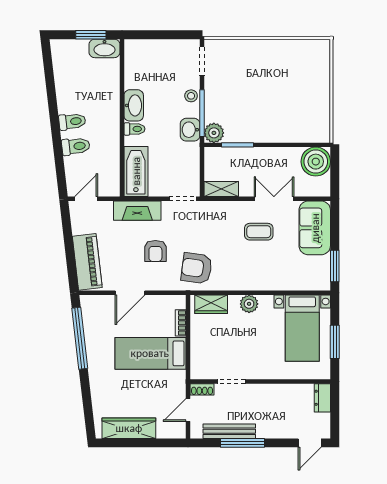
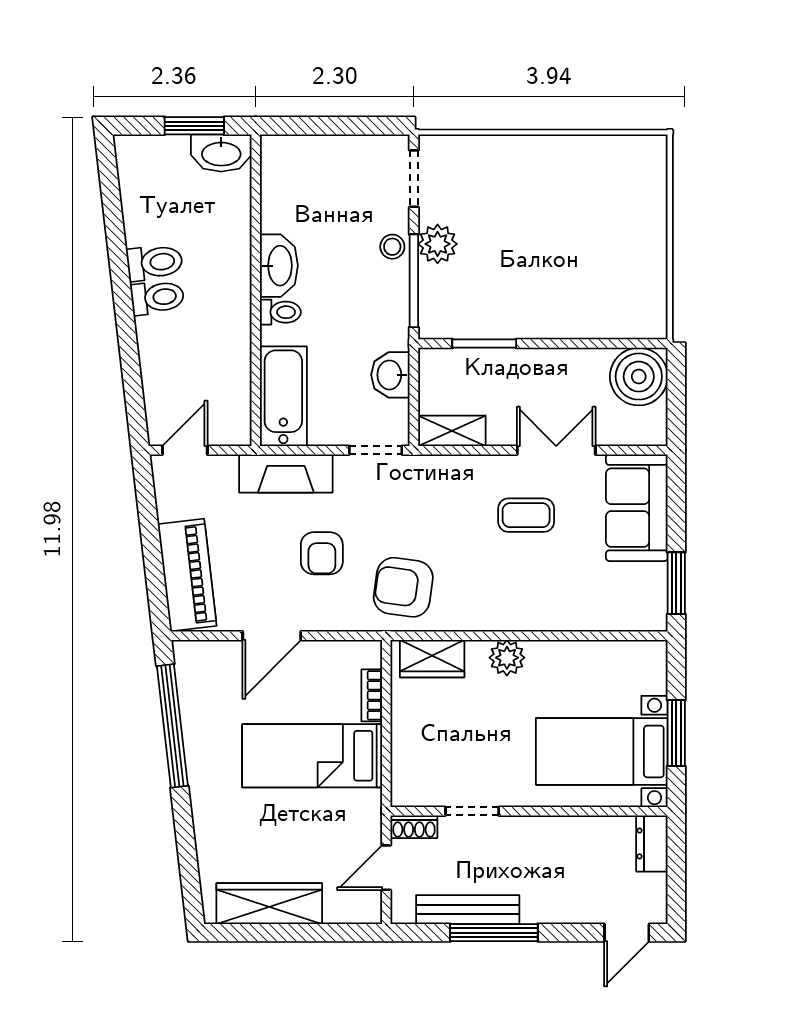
washbasin: (190, 130) -> (390, 375), moved
plant: (214, 133) -> (438, 244), moved
toilet: (76, 146) -> (155, 263), moved
bed with nightstands: (302, 328) -> (602, 751), moved, turned 90

